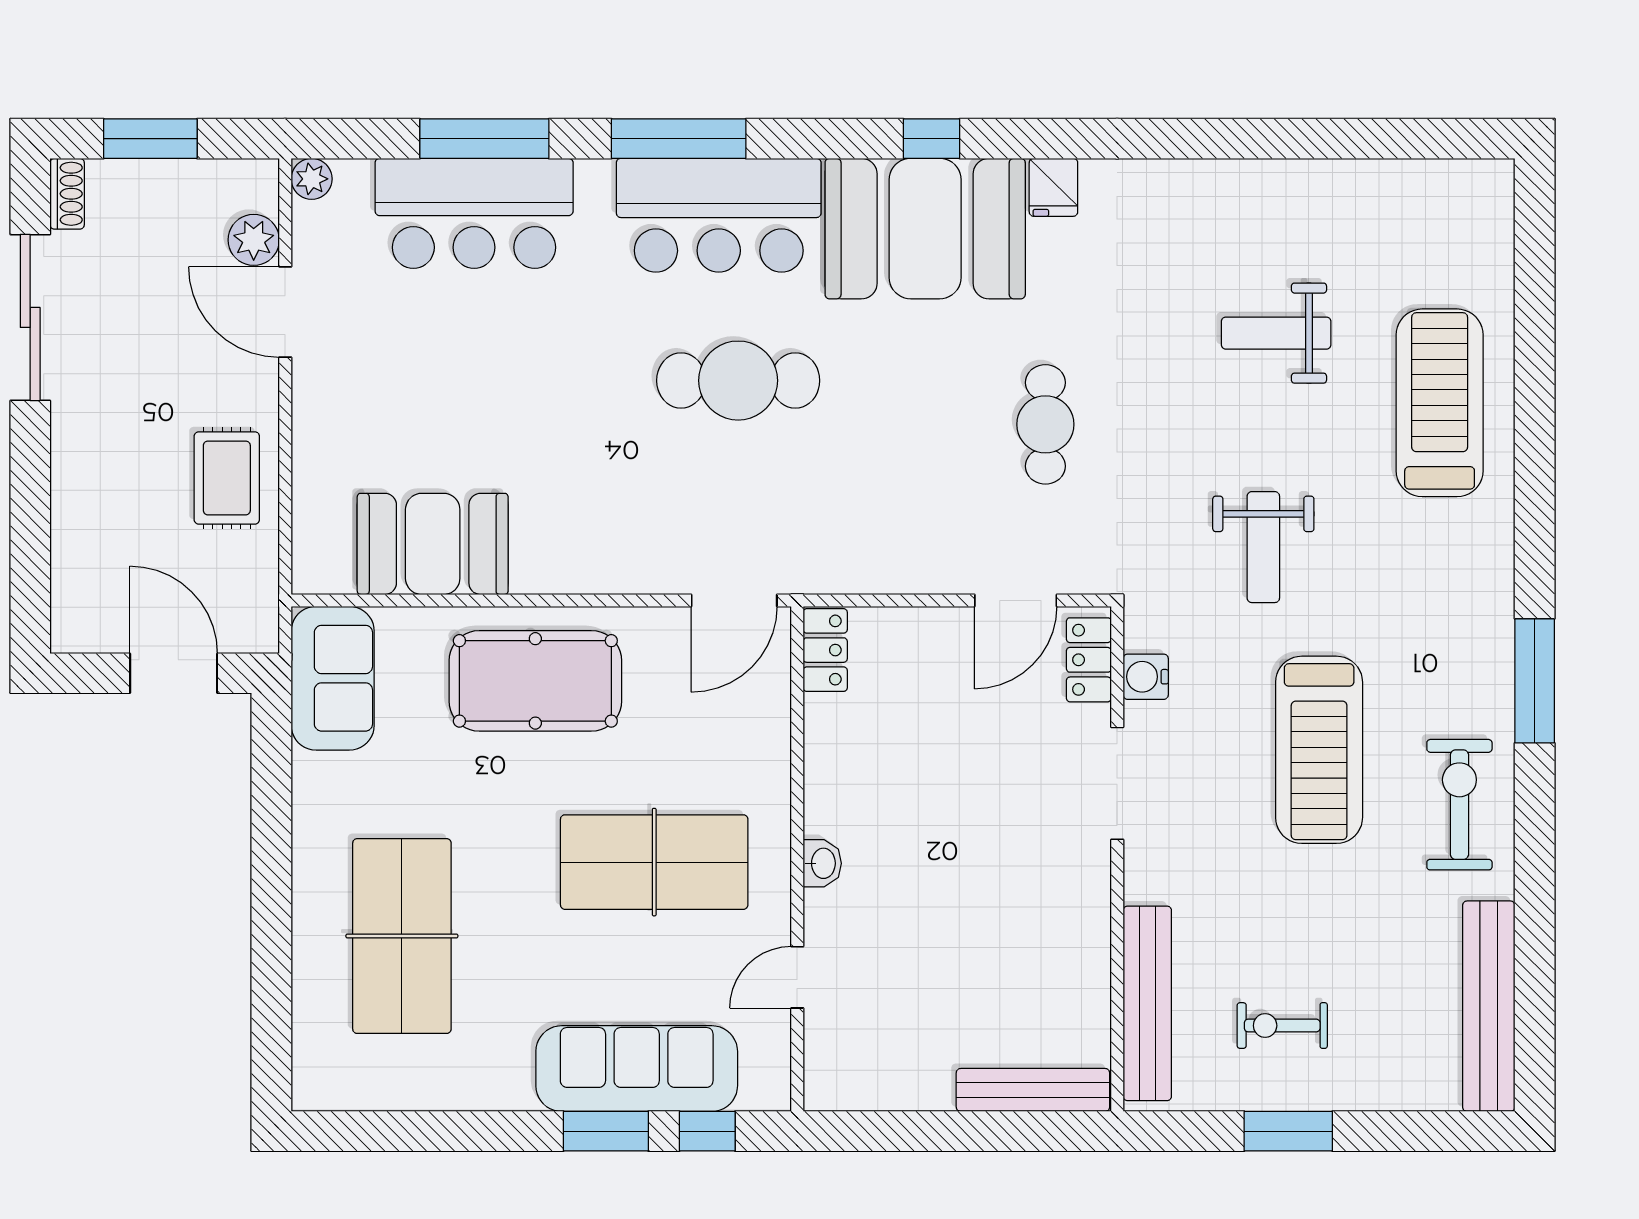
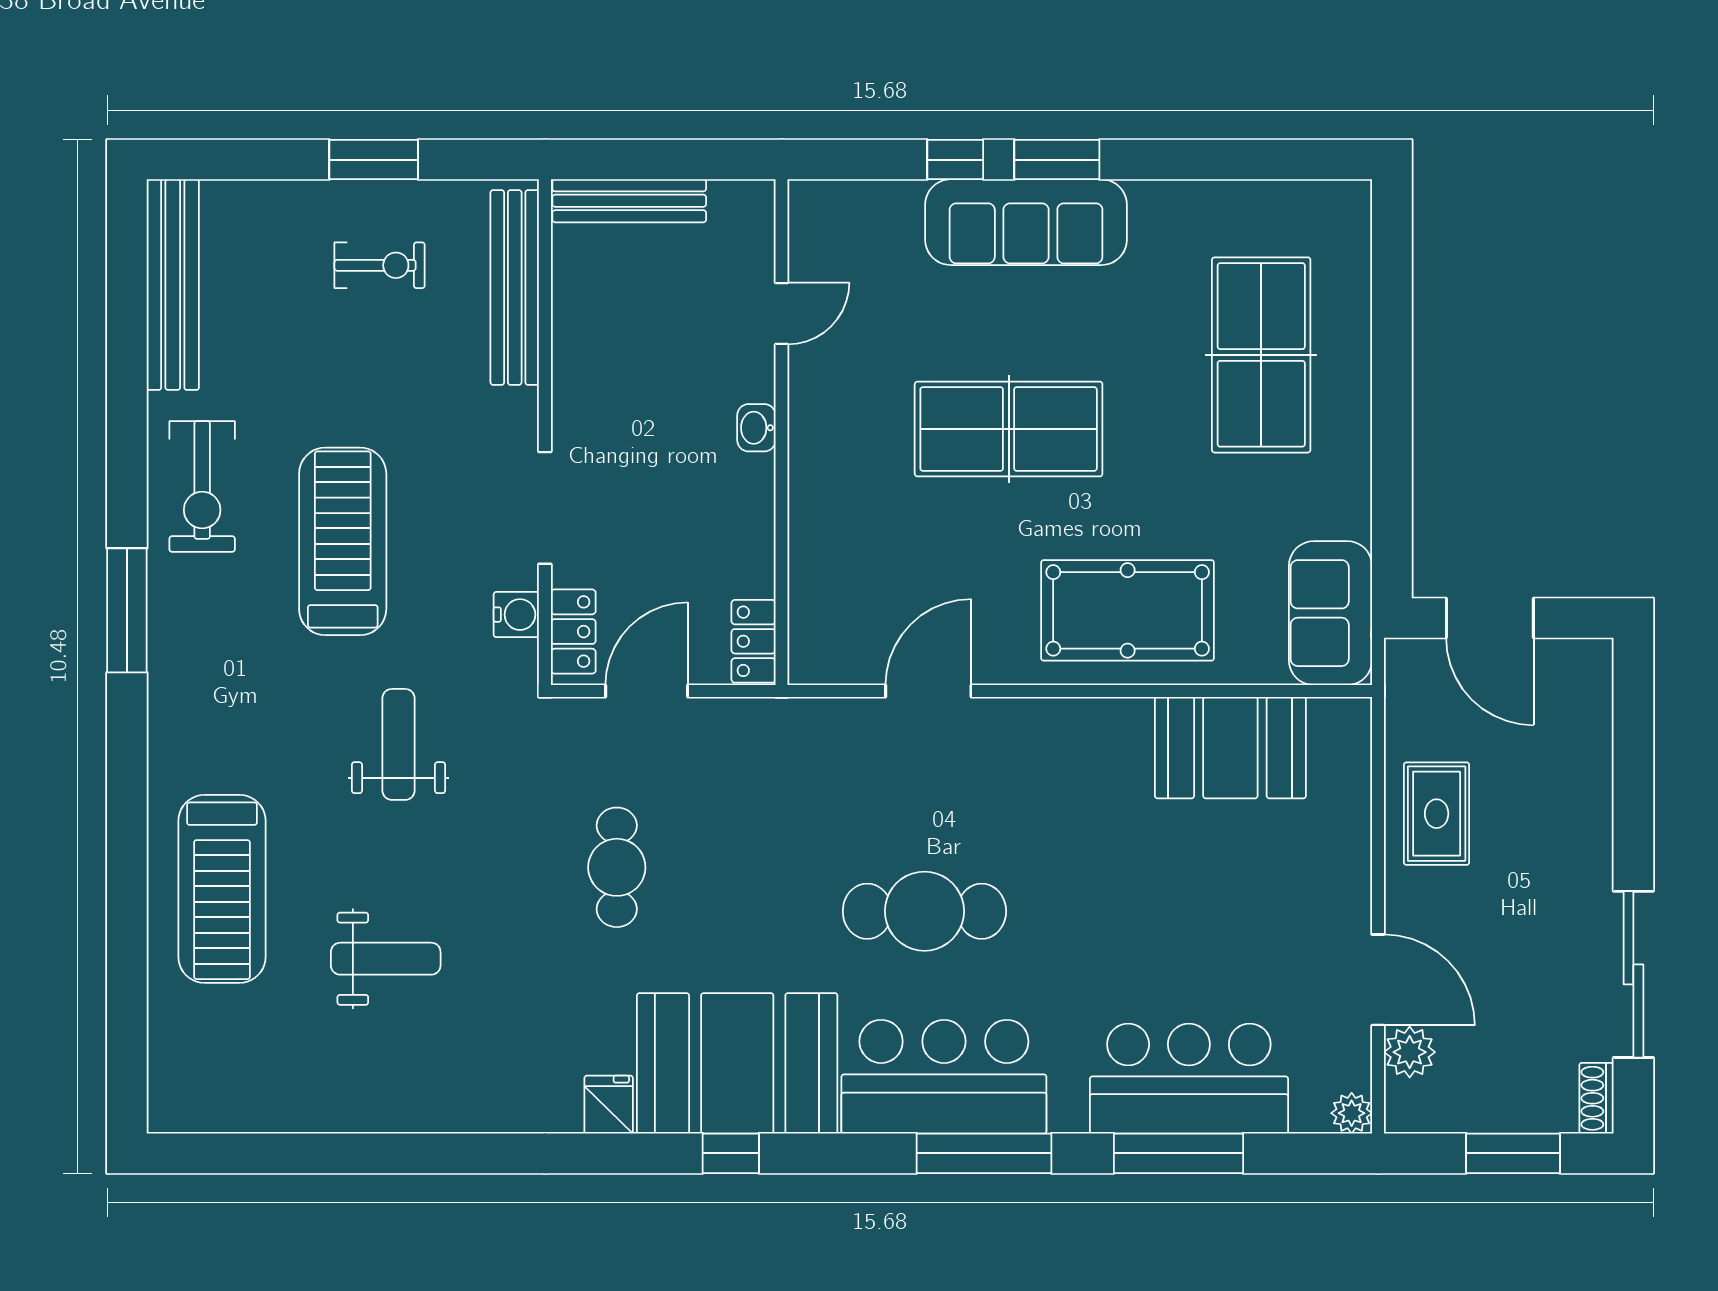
locker: (825, 650) -> (753, 641), moved
wall: (797, 859) -> (782, 432), moved
washbasin: (822, 863) -> (756, 428), moved
door: (797, 977) -> (782, 313), moved

